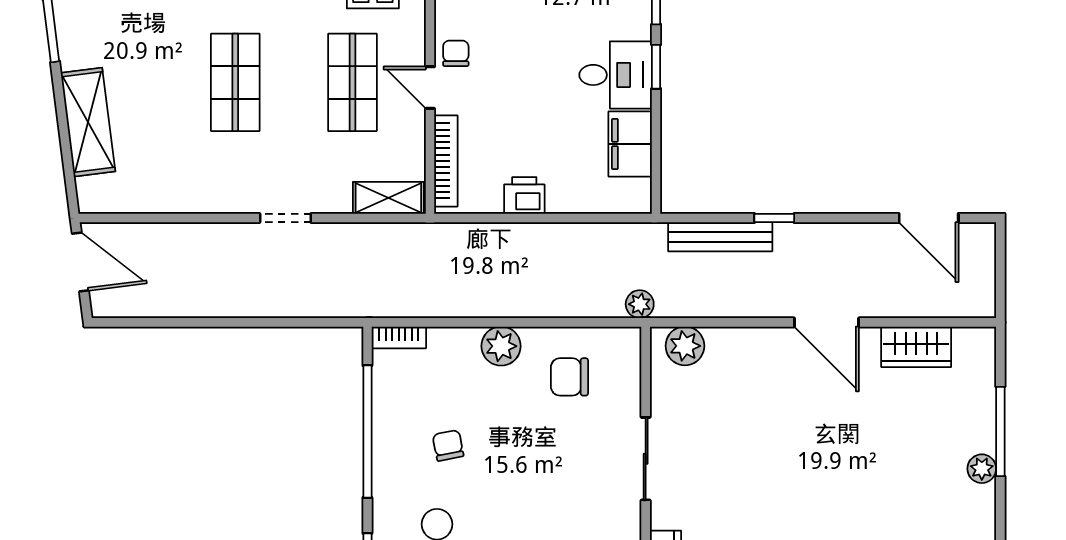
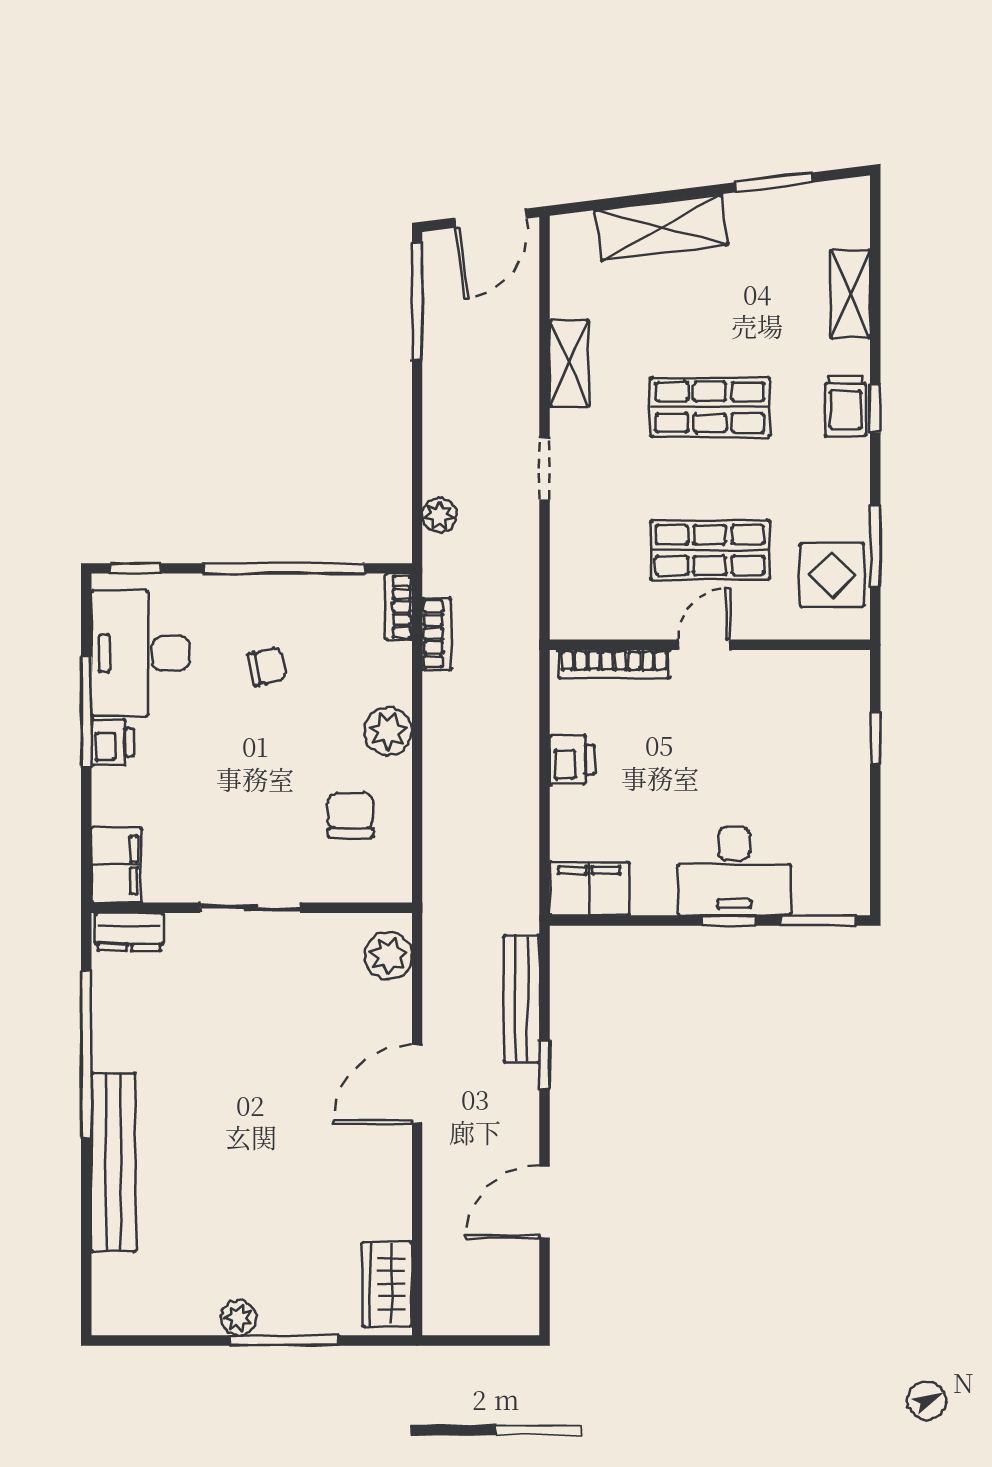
chair: (456, 53) -> (745, 676), removed
desk: (616, 75) -> (734, 871), width x1.37
filing cabinet: (630, 144) -> (589, 889), moved
shelving: (388, 198) -> (569, 363), moved
door: (929, 218) -> (544, 1202), moved
plant: (640, 304) -> (439, 515), moved
bookcase: (421, 306) -> (437, 634), added
window: (148, 322) -> (417, 301), added
door: (827, 322) -> (417, 1084), moved
wardrobe: (916, 347) -> (387, 1284), moved

